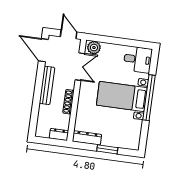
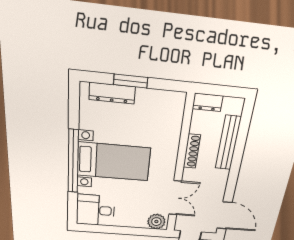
double door: (80, 67) -> (175, 198), swing flipped
bench: (47, 85) -> (228, 143), moved
dresser: (87, 138) -> (112, 93), moved

